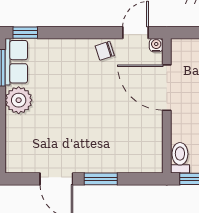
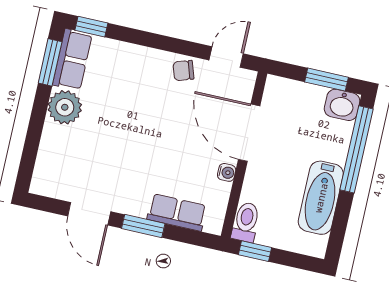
water cooler: (156, 45) -> (227, 172), moved, turned 90
row of seats: (124, 162) -> (177, 212), added

